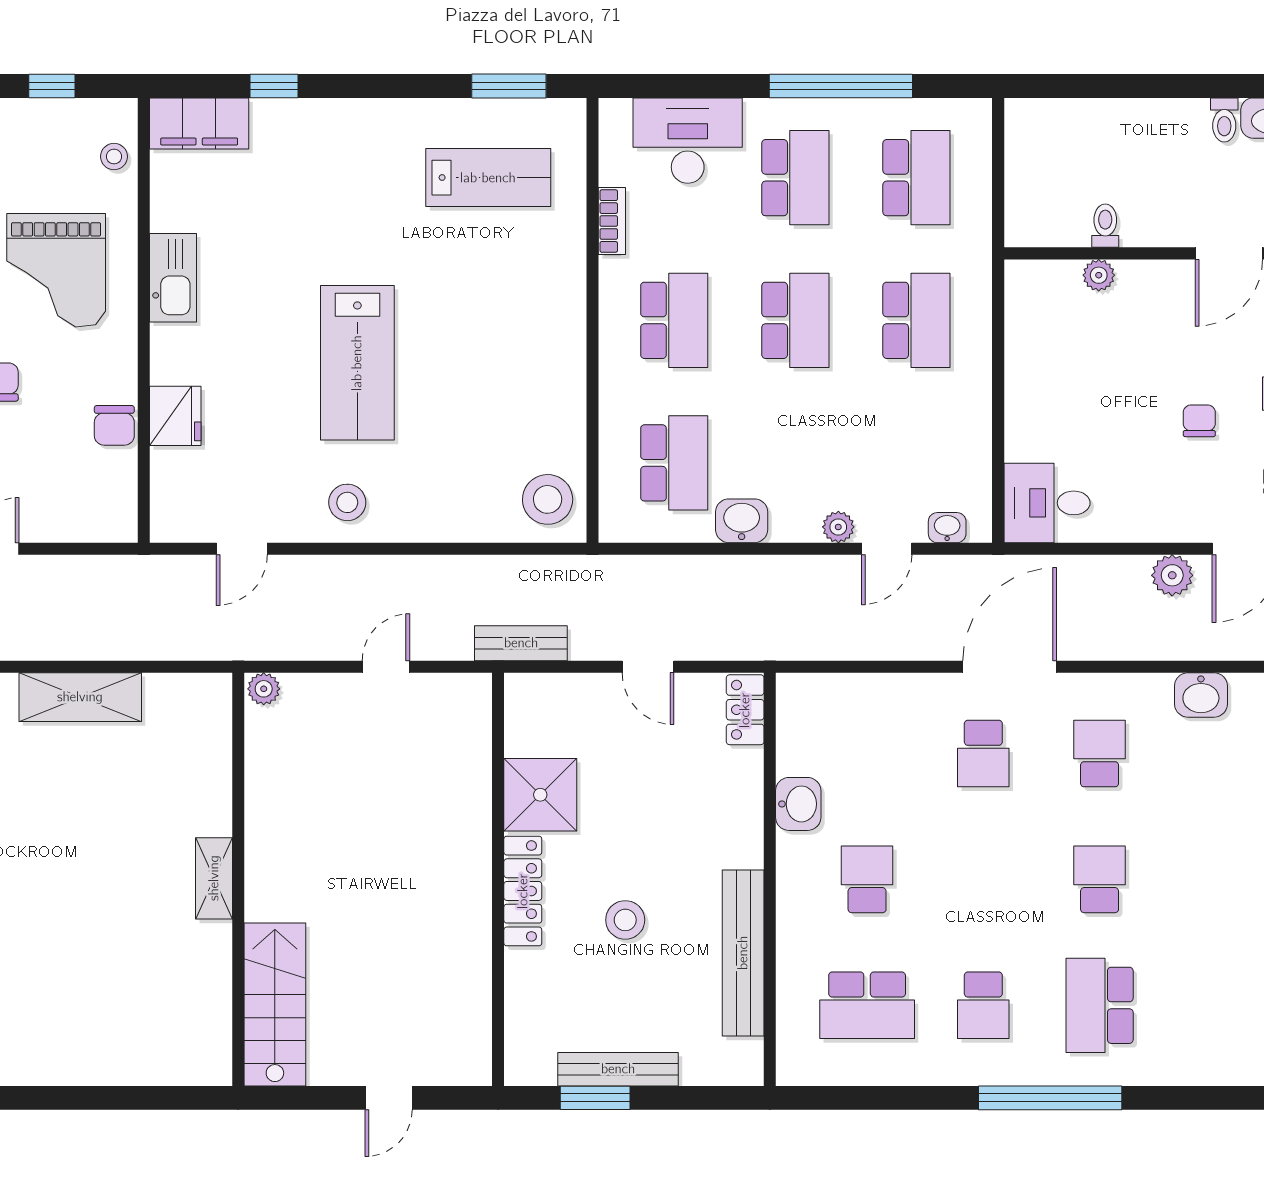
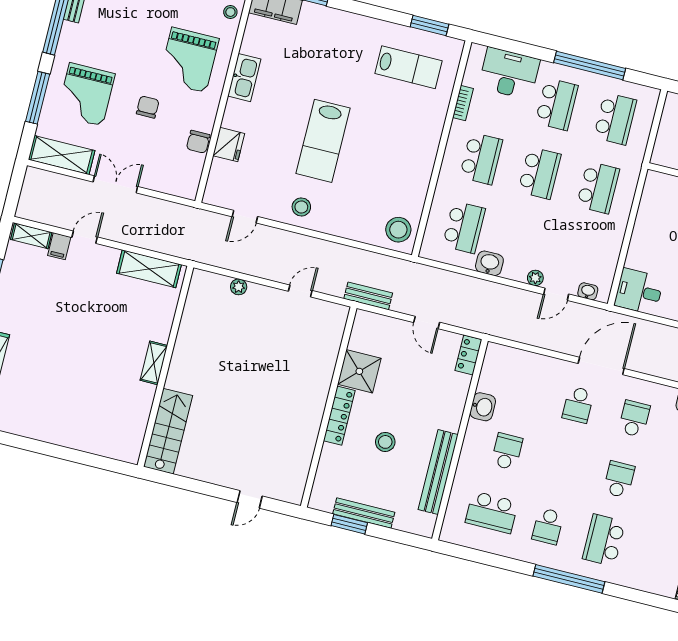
shelving: (214, 878) -> (154, 363), moved
wall: (238, 879) -> (165, 366), moved
stairs: (275, 1005) -> (168, 431), moved

